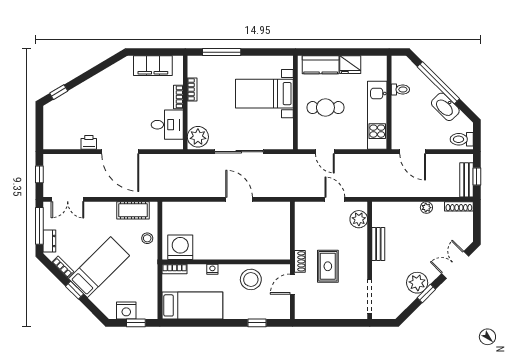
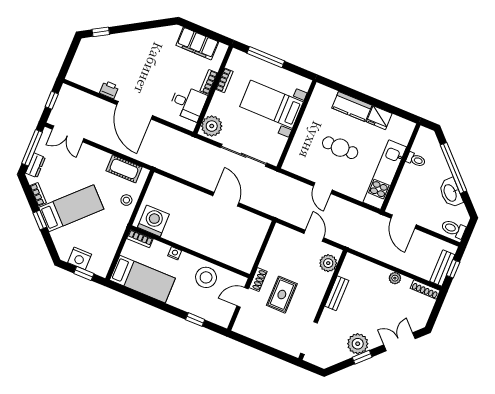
bed with nightstands: (264, 94) -> (272, 104), moved
wall: (295, 103) -> (297, 124), moved

